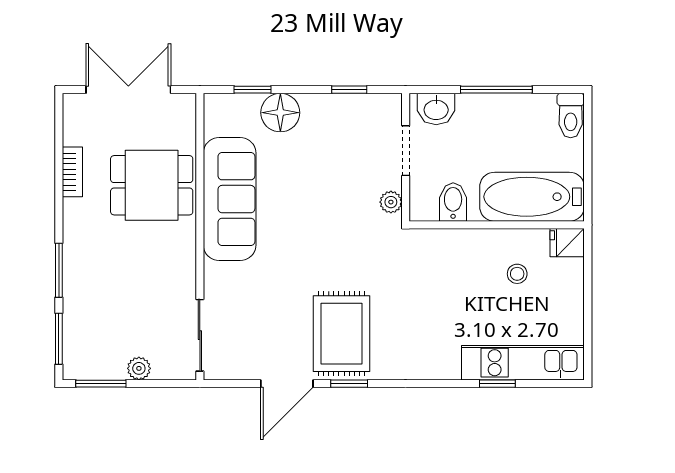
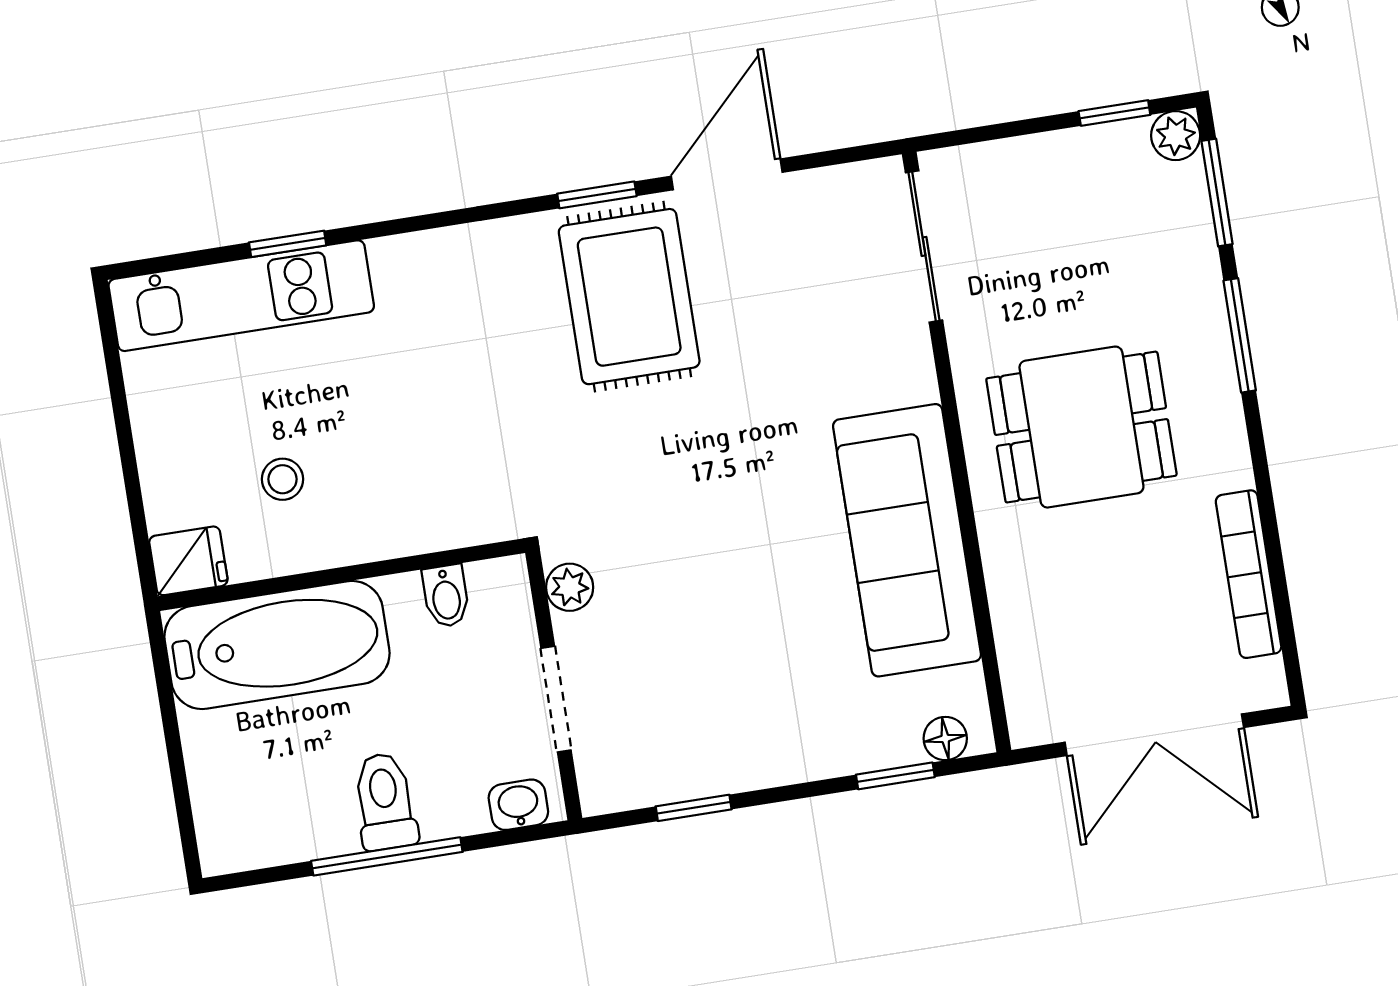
washbasin: (436, 109) -> (518, 805), width x0.72, depth x0.69
floor lamp: (280, 113) -> (945, 738), moved, width x0.53, depth x0.53
toilet: (571, 116) -> (385, 801), moved
bookcase: (72, 172) -> (1249, 574), width x1.56
dining table: (152, 185) -> (1081, 427), moved
bidet: (453, 202) -> (446, 596), width x0.72, depth x0.74
plant: (139, 368) -> (1176, 136), moved
window: (101, 384) -> (1114, 113), width x0.67

